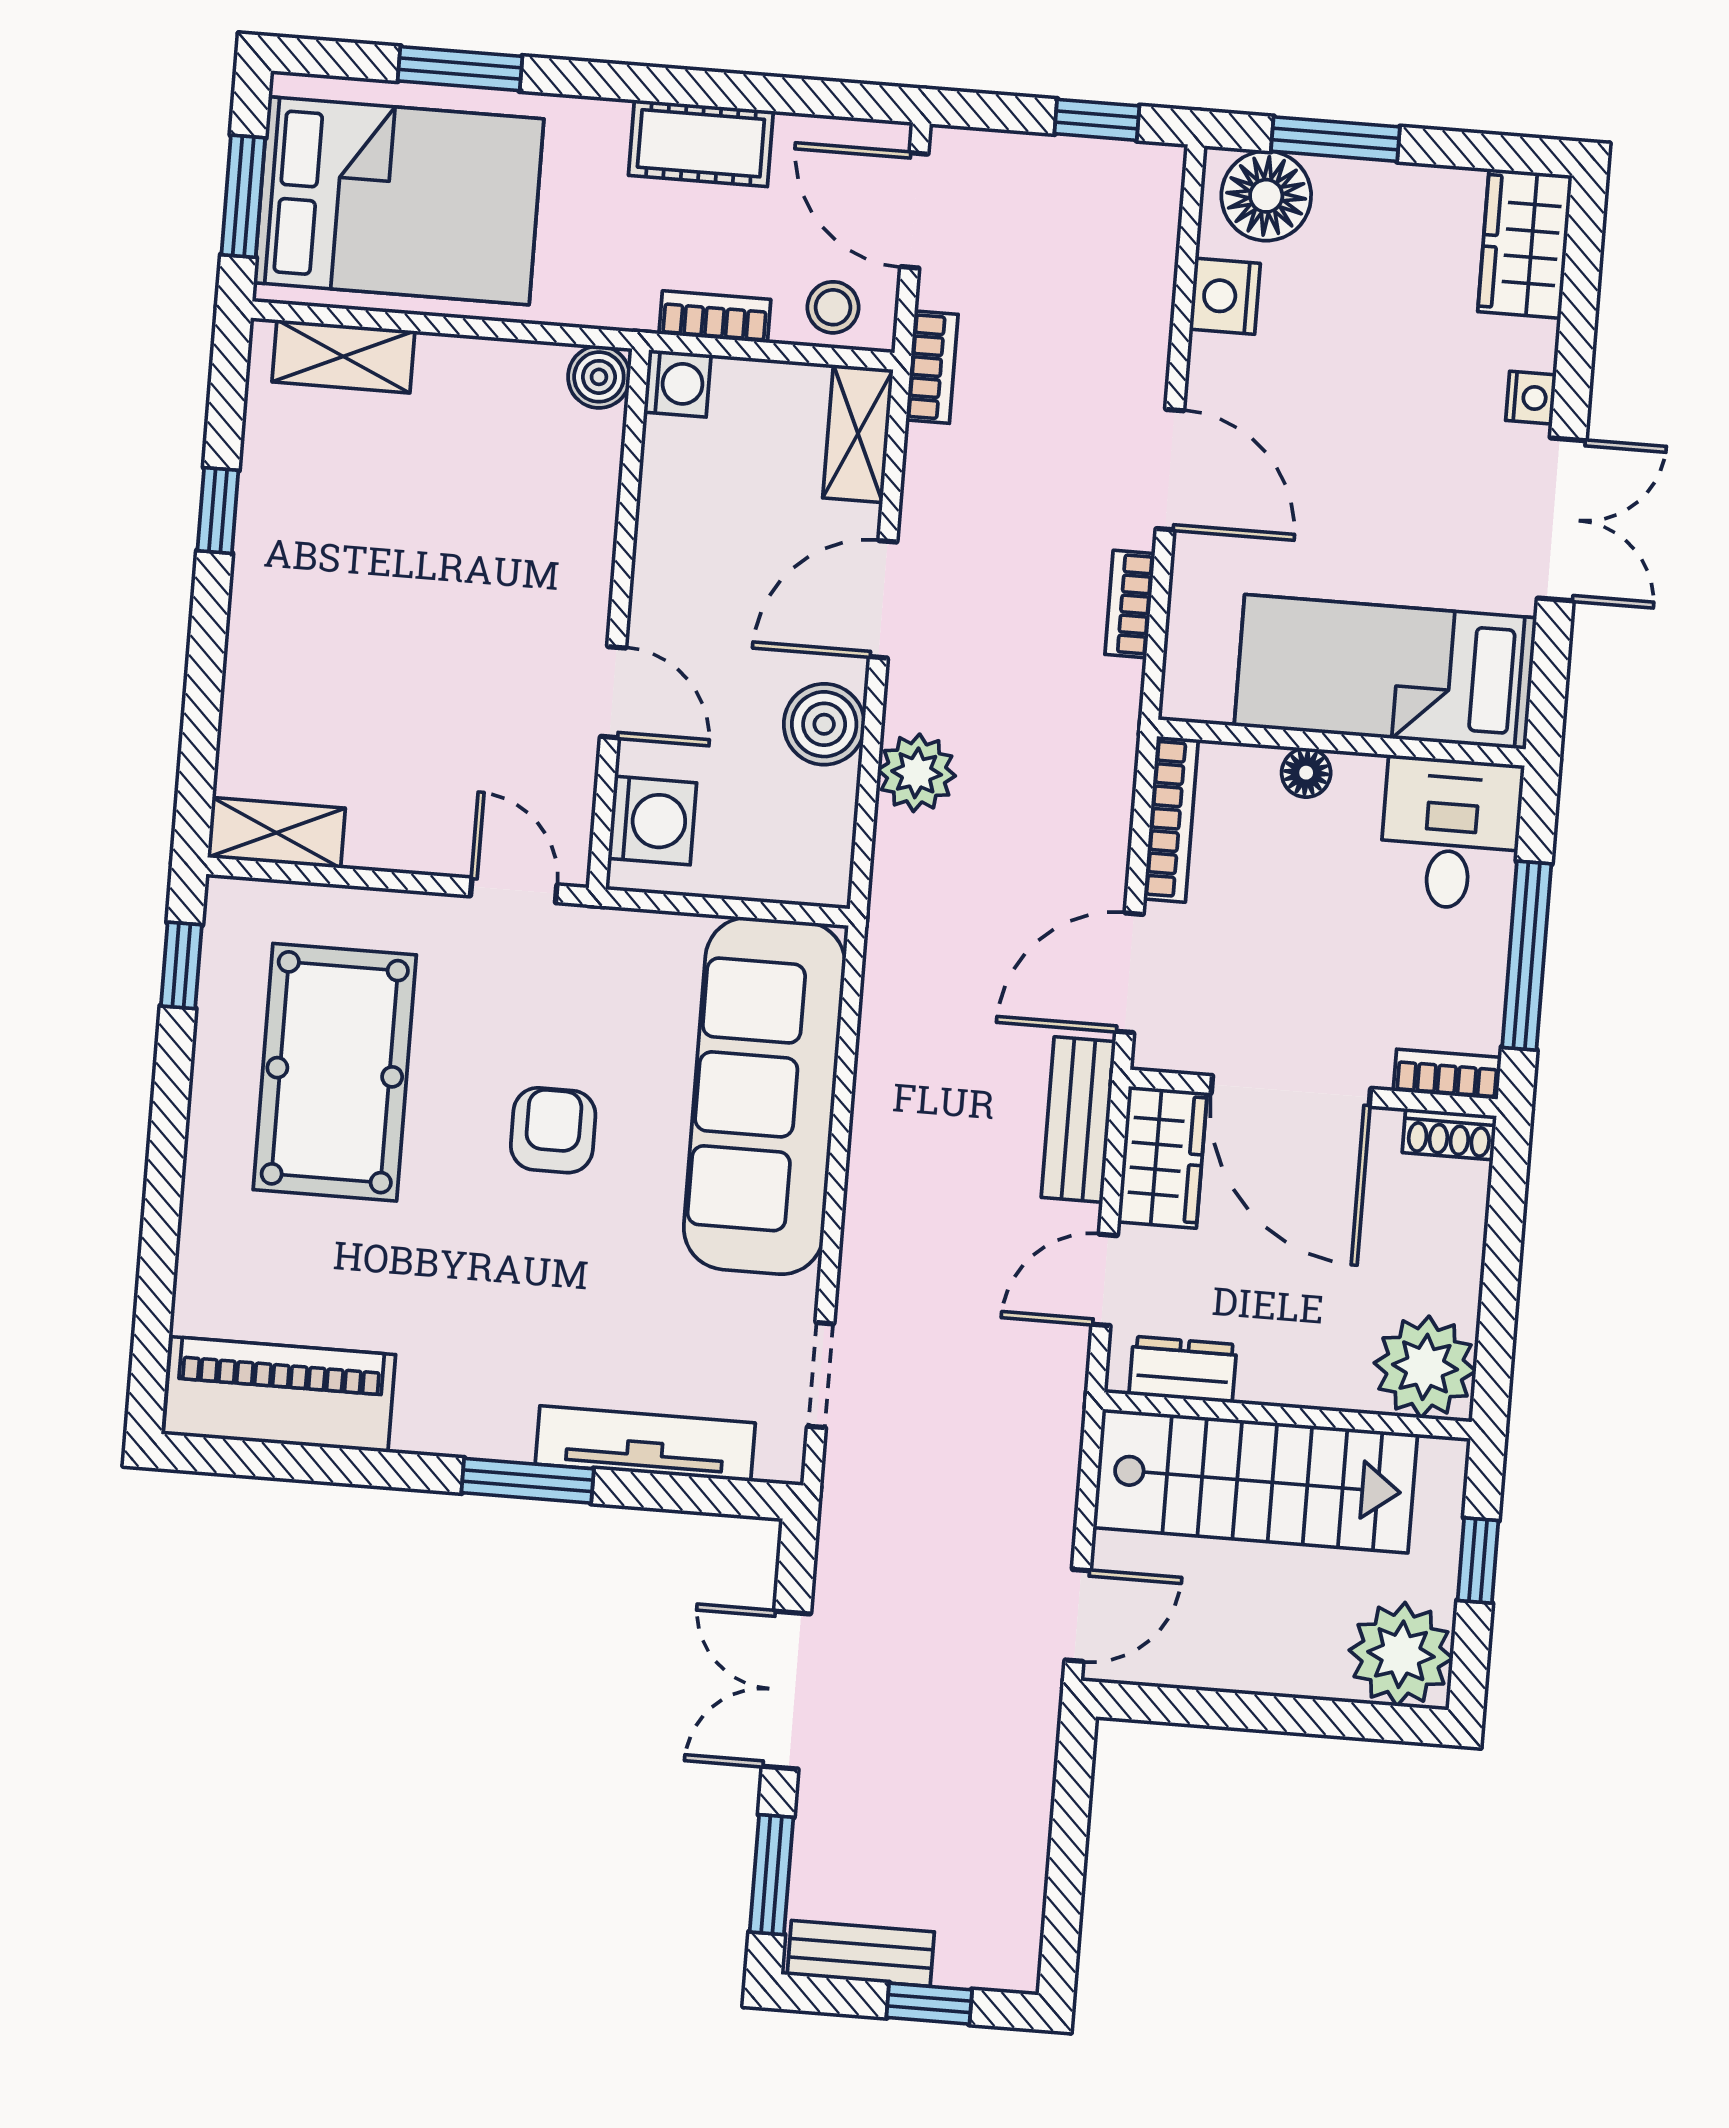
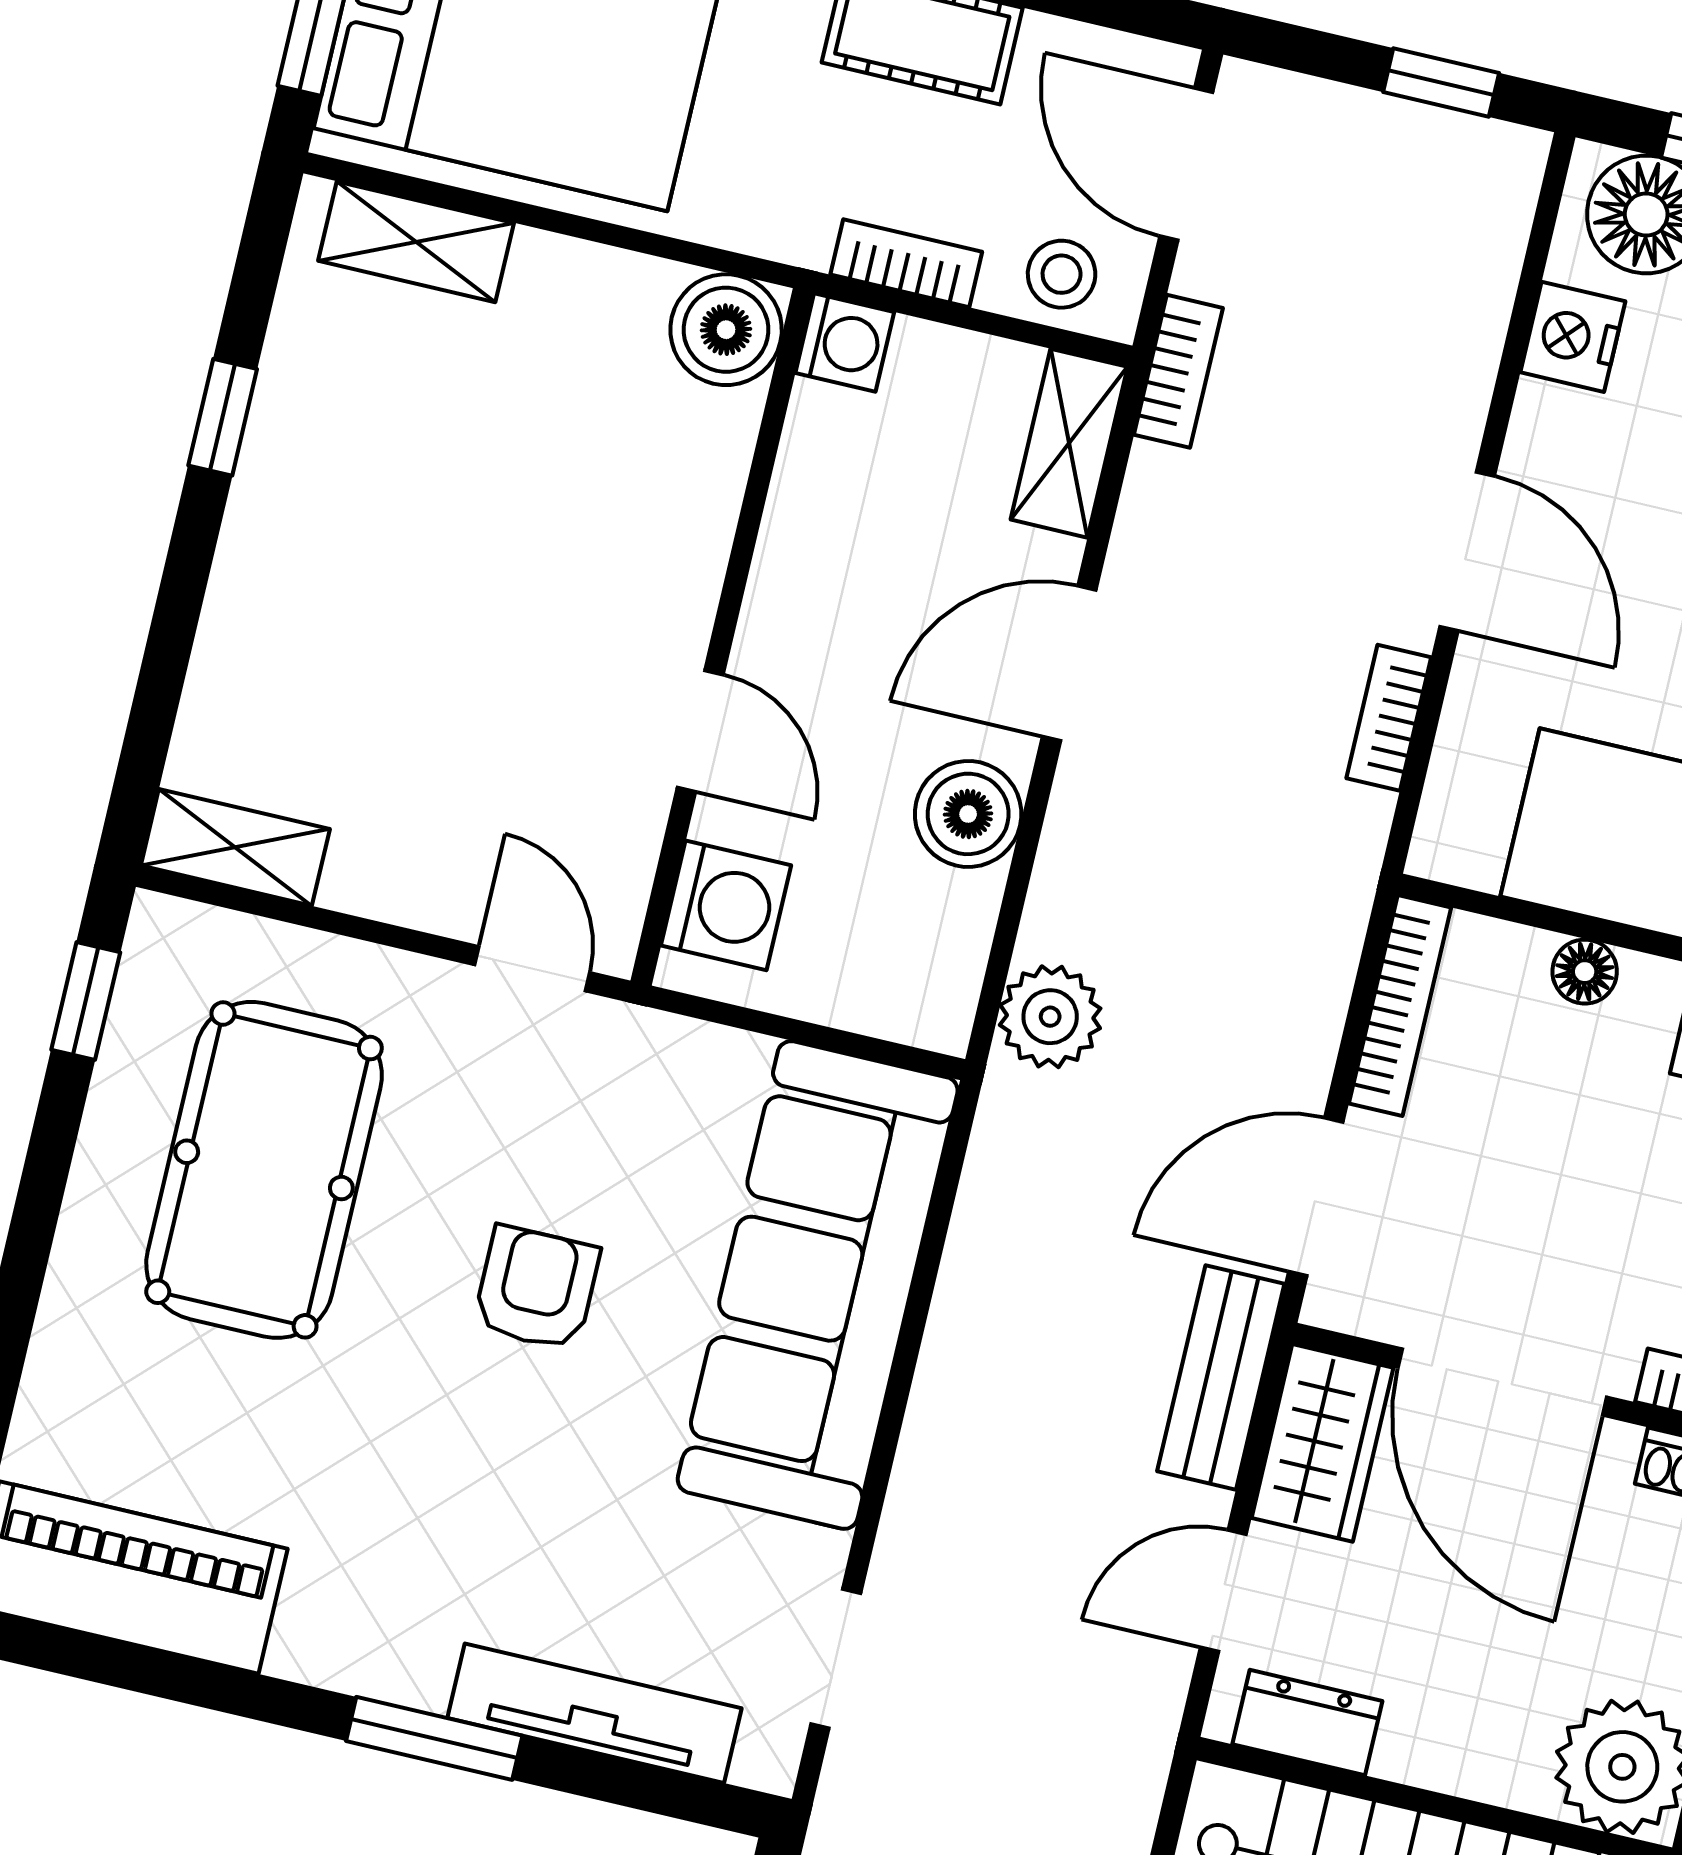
boiler: (599, 377) -> (726, 330), width x1.36, depth x1.36
plant: (917, 773) -> (1050, 1017), moved

